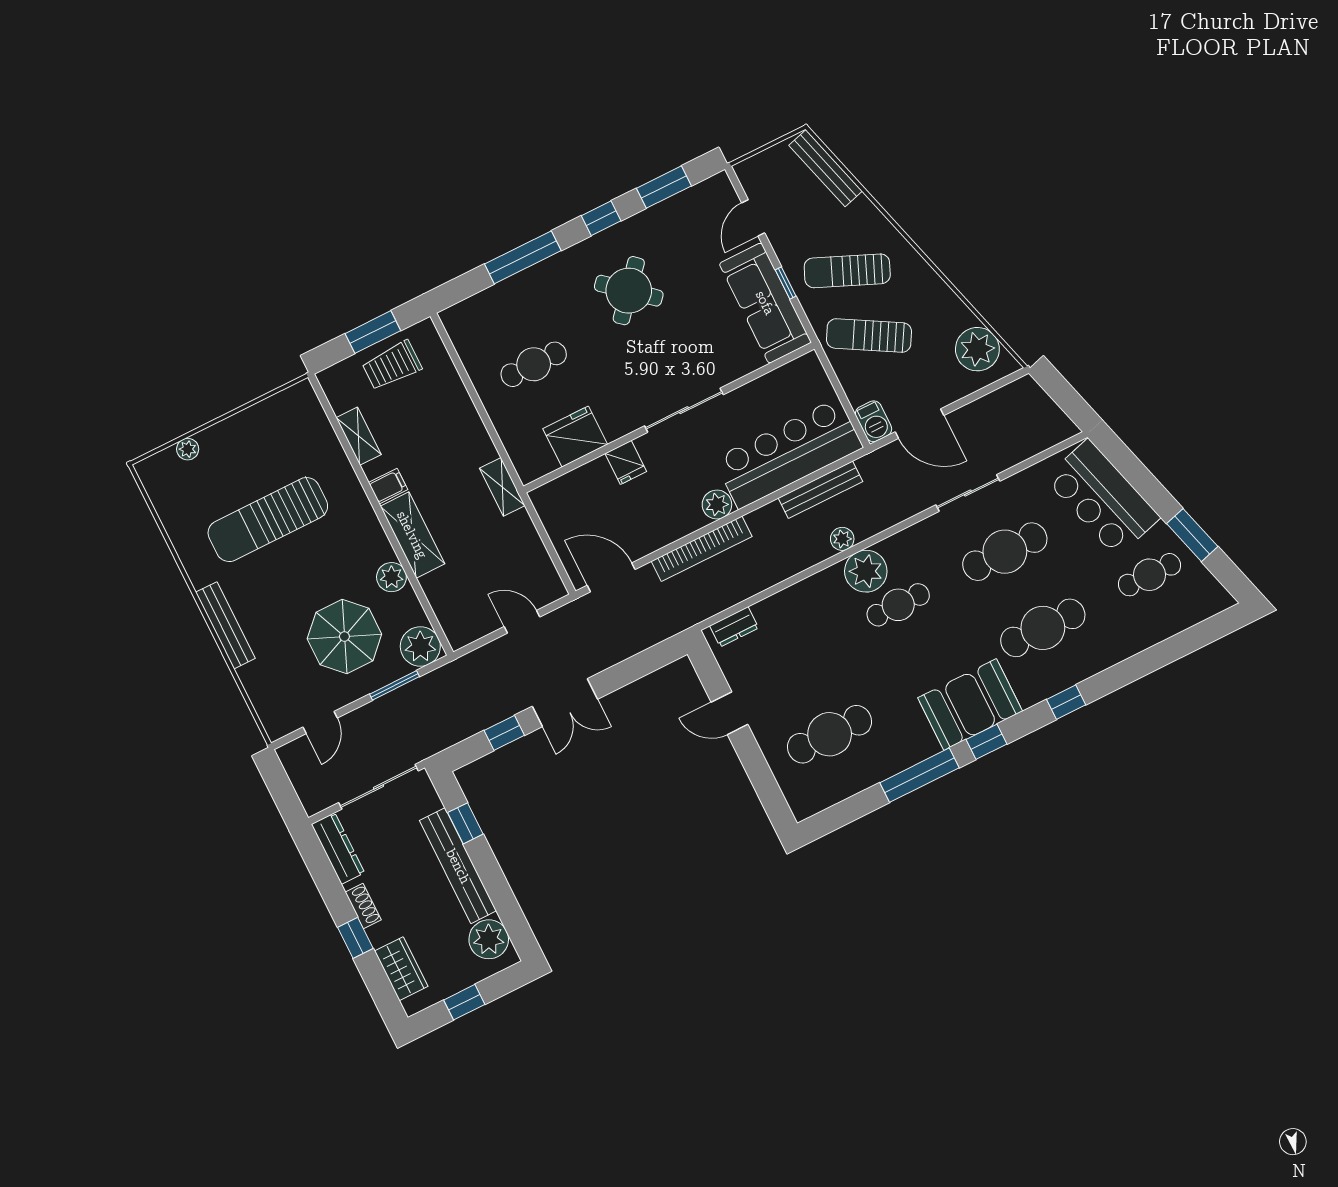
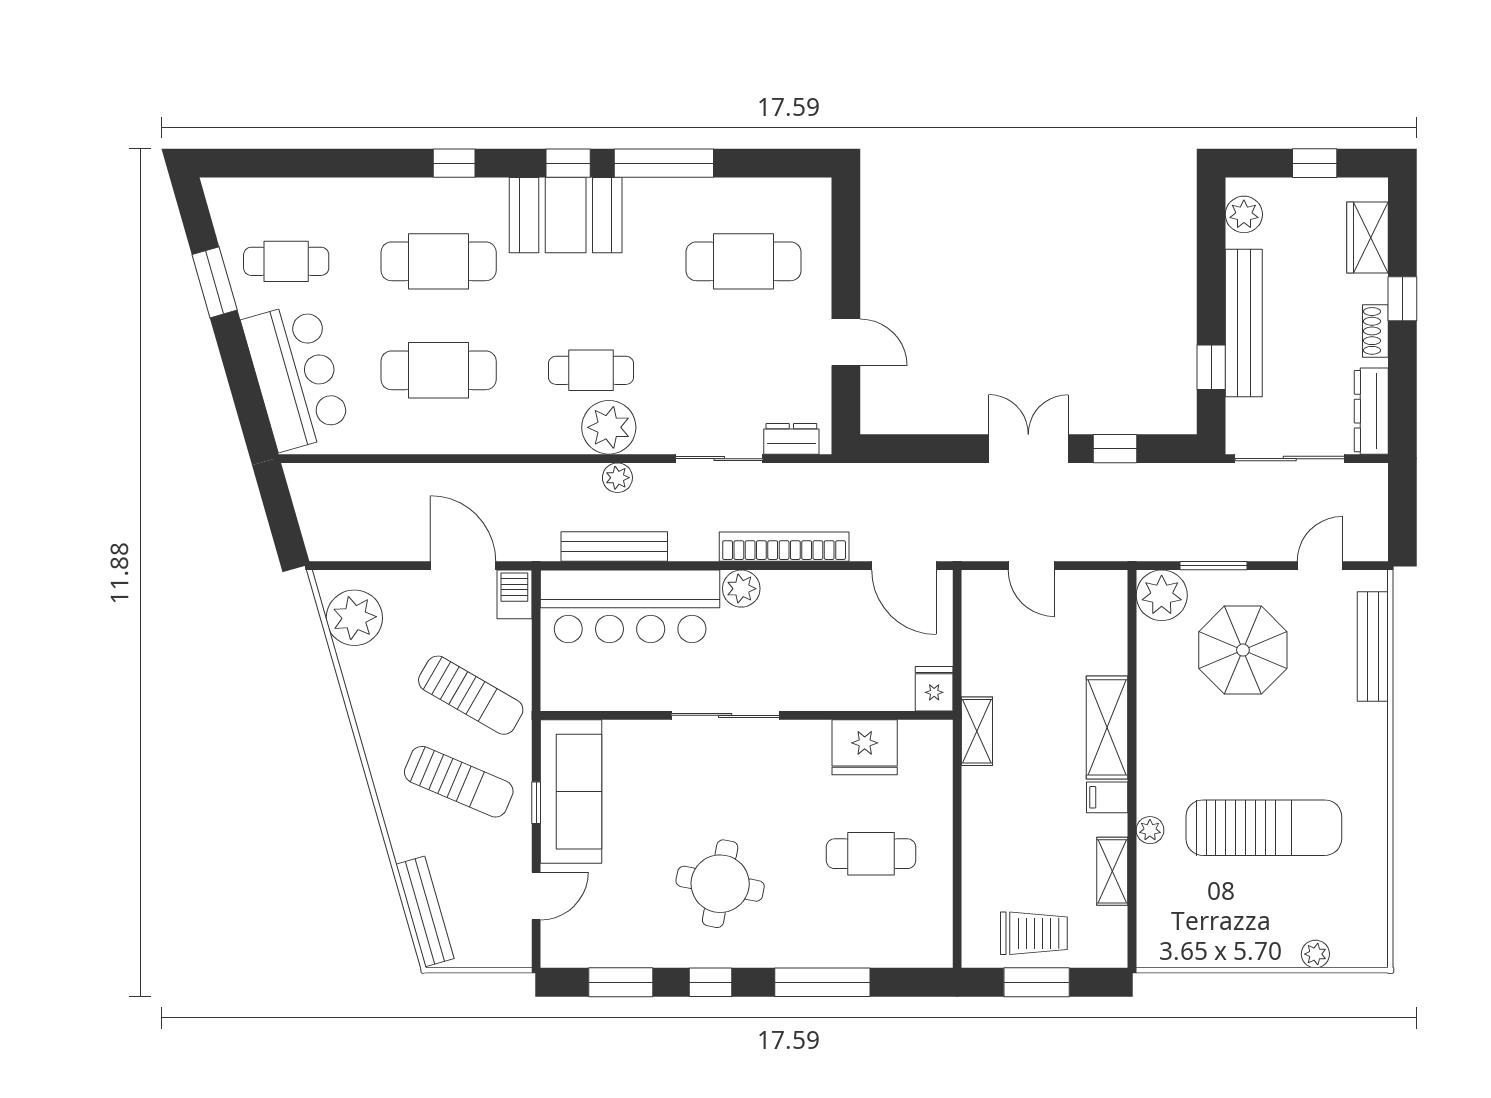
round table: (629, 291) -> (720, 884), turned -30
fridge: (626, 462) -> (934, 689), moved
sliding door: (968, 493) -> (719, 459), moved
plant: (391, 577) -> (1150, 830), moved, width x0.73, depth x0.73
bench: (225, 625) -> (1373, 647), moved
plant: (489, 939) -> (1244, 214), width x0.73, depth x0.73

